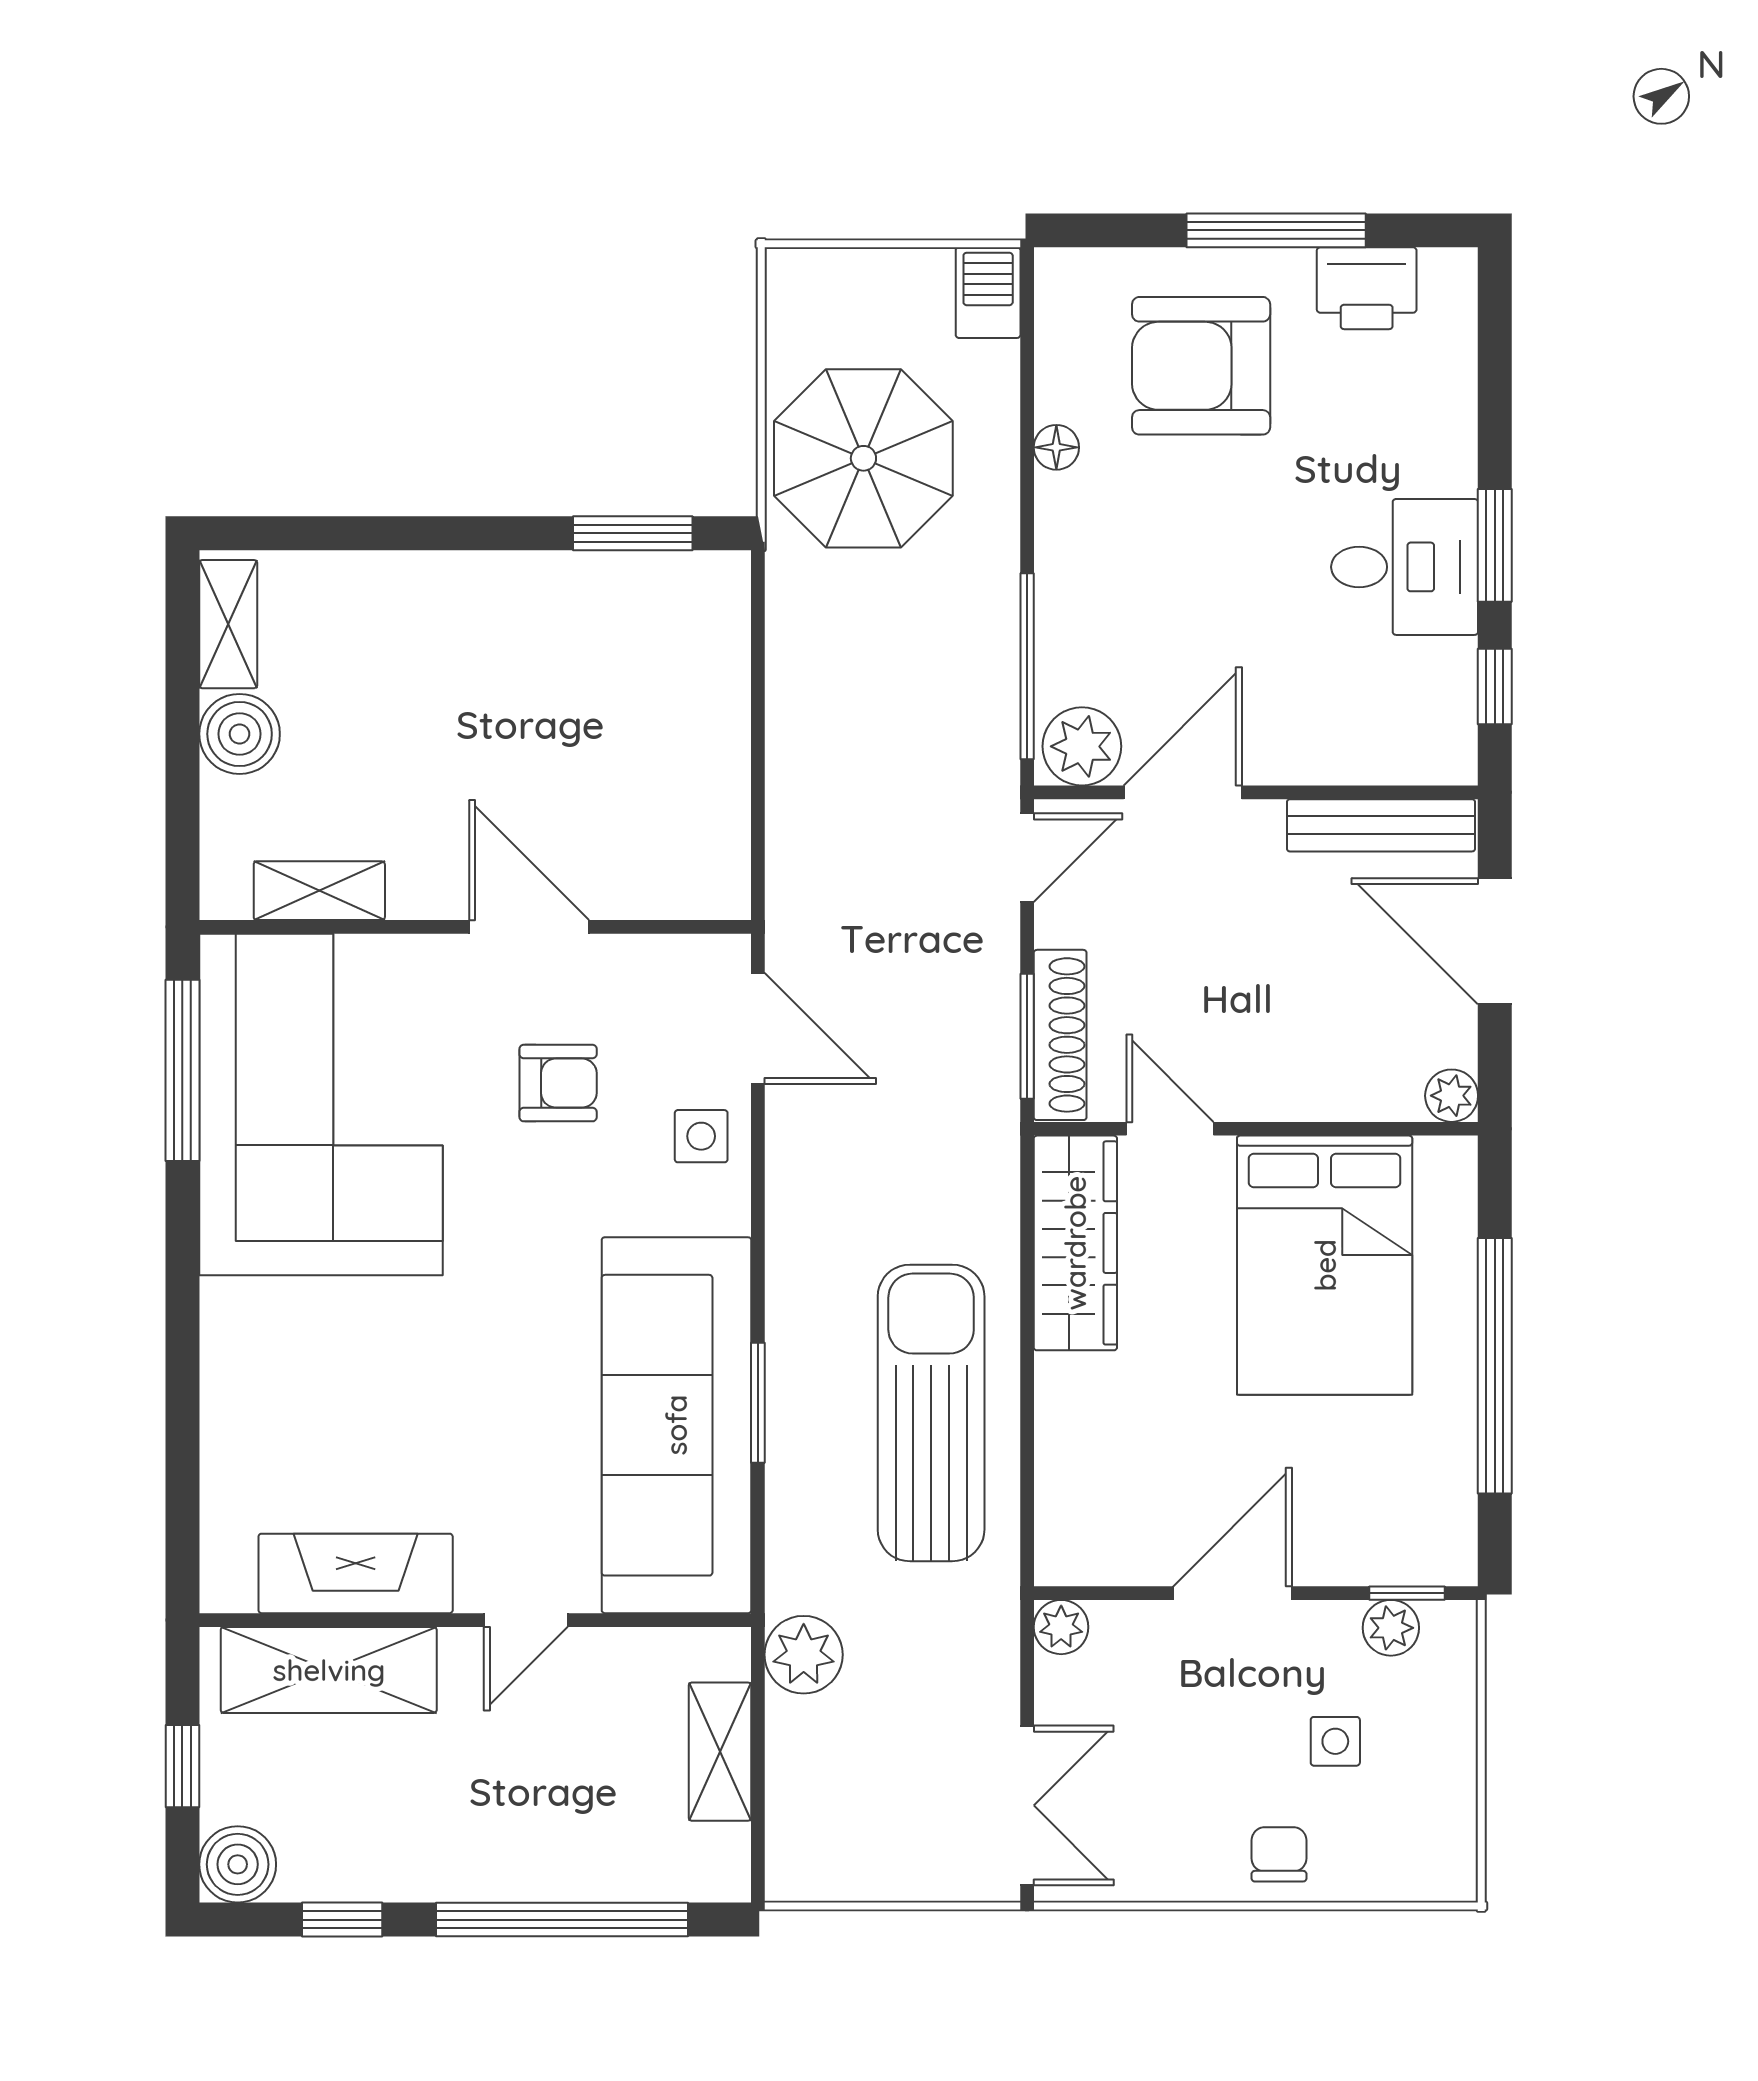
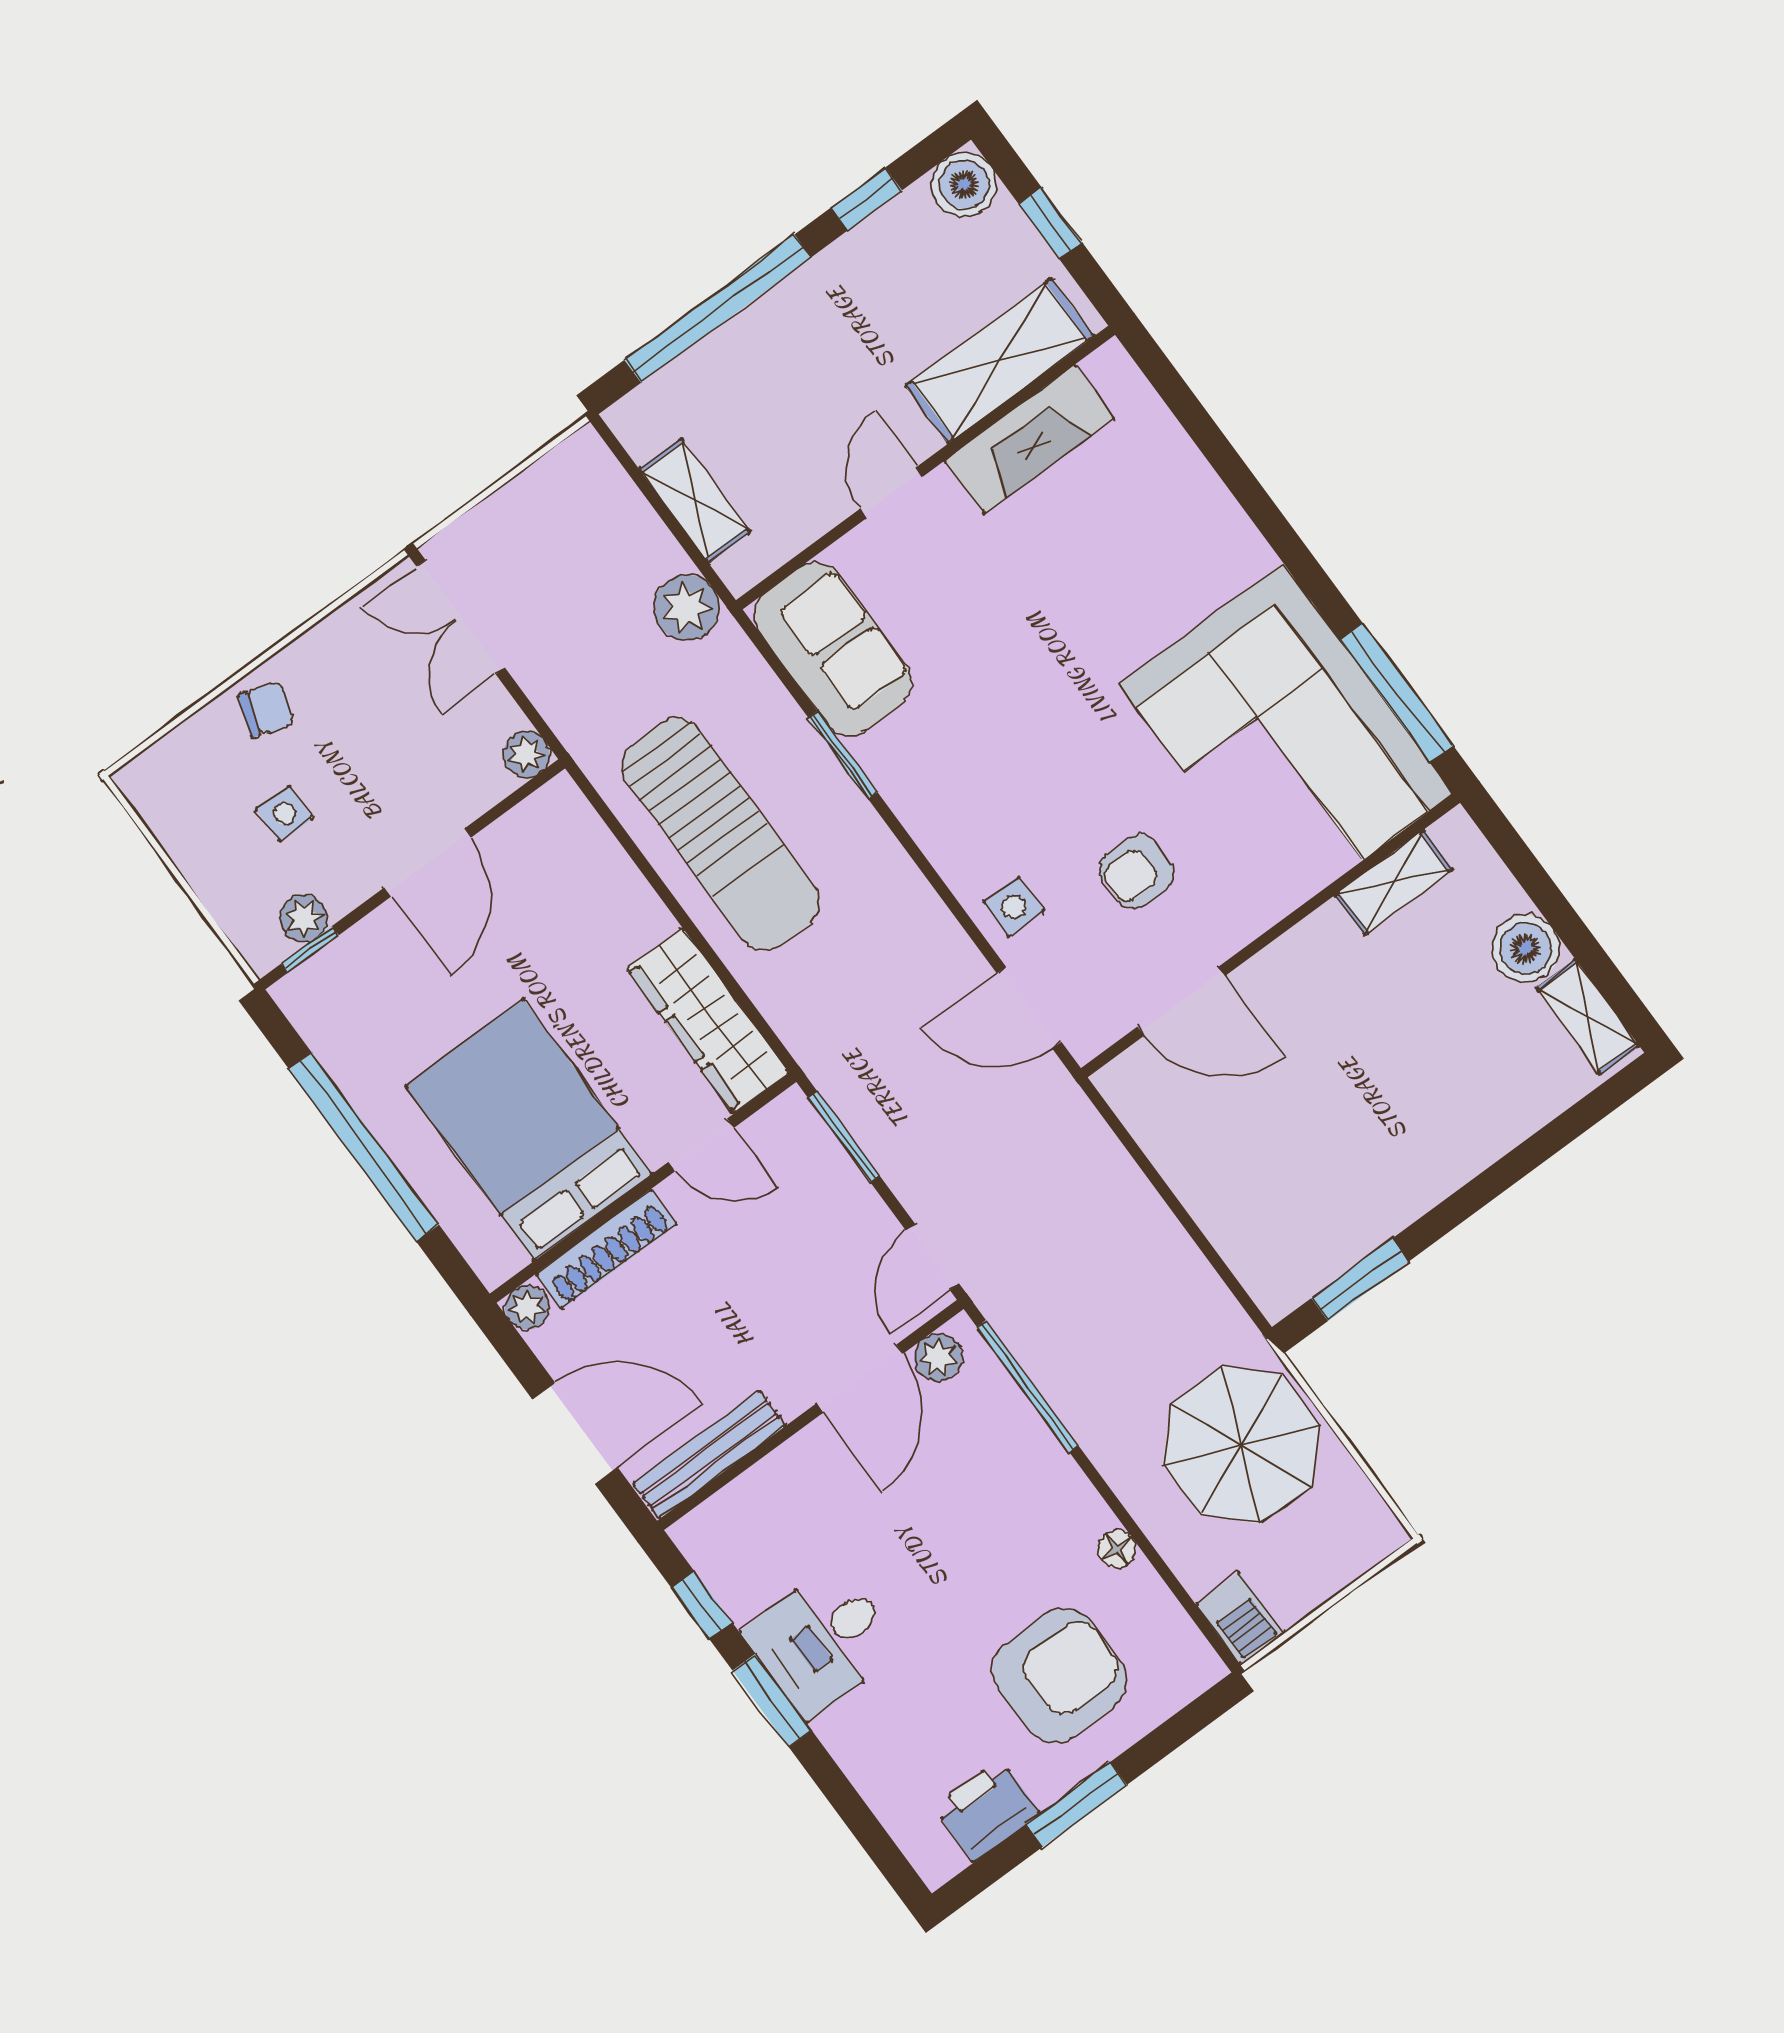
window: (1276, 230) -> (1076, 1804), width x0.69
plant: (1082, 746) -> (938, 1357), width x0.73, depth x0.73
door: (529, 927) -> (1181, 1001), moved
shoe rack: (1060, 1035) -> (606, 1249), moved, turned -90
sofa: (676, 1425) -> (833, 649), width x0.54, depth x0.79
chair: (1279, 1854) -> (266, 709), turned -71

